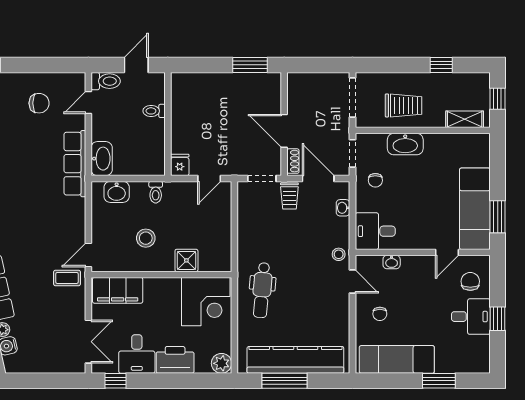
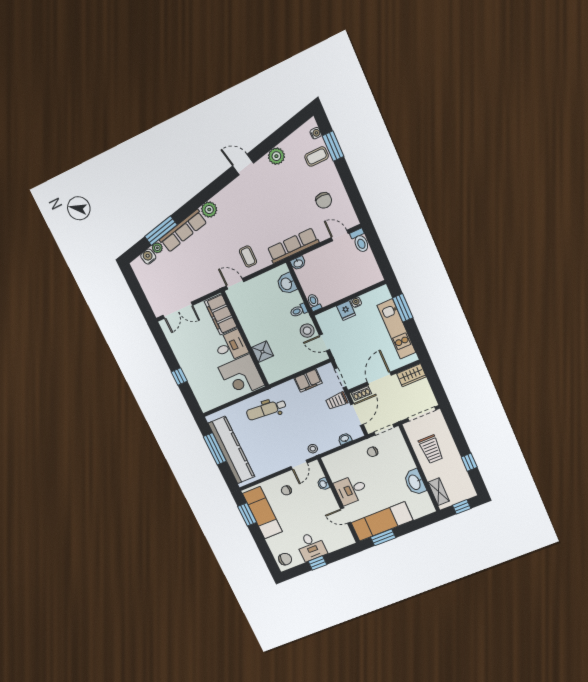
door: (136, 65) -> (381, 257), removed
window: (250, 65) -> (403, 308), moved
kitchen unit: (231, 83) -> (396, 329), added
wardrobe: (297, 90) -> (411, 375), added
toilet: (154, 111) -> (314, 302), moved
water cooler: (177, 118) -> (356, 302), added
washbasin: (405, 144) -> (415, 482), moved
washbasin: (102, 159) -> (298, 263), width x0.52, depth x0.69
fridge: (180, 165) -> (346, 311), moved, turned 90
filing cabinet: (248, 220) -> (308, 381), added
desk: (375, 231) -> (351, 490), moved, turned -90
stool: (146, 238) -> (307, 331), moved
coffee table: (67, 278) -> (248, 256), moved
chair: (470, 281) -> (285, 559), moved
desk: (137, 354) -> (231, 346), moved, turned 180
printer: (175, 360) -> (194, 373), removed
plant: (221, 363) -> (206, 404), removed
window: (115, 381) -> (179, 377), moved
window: (439, 381) -> (247, 514), moved

